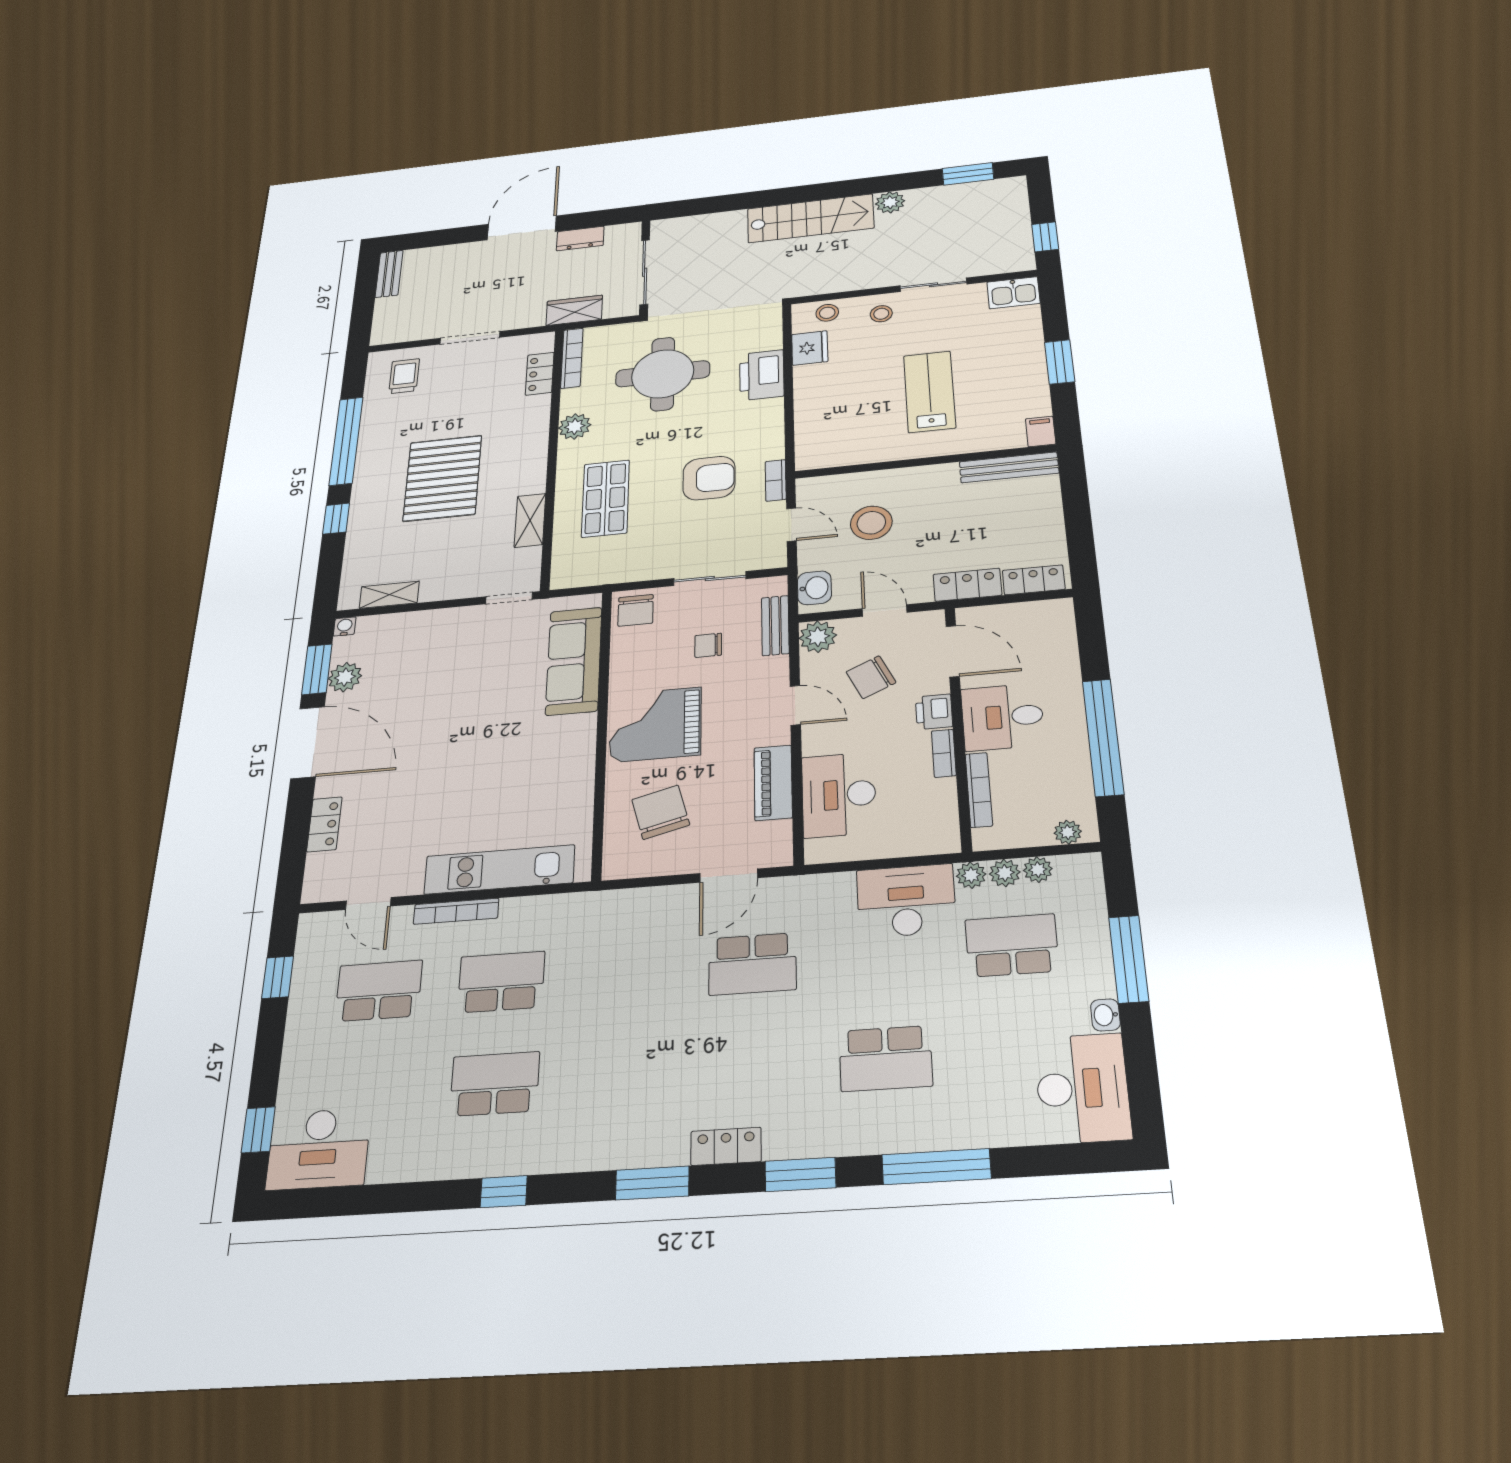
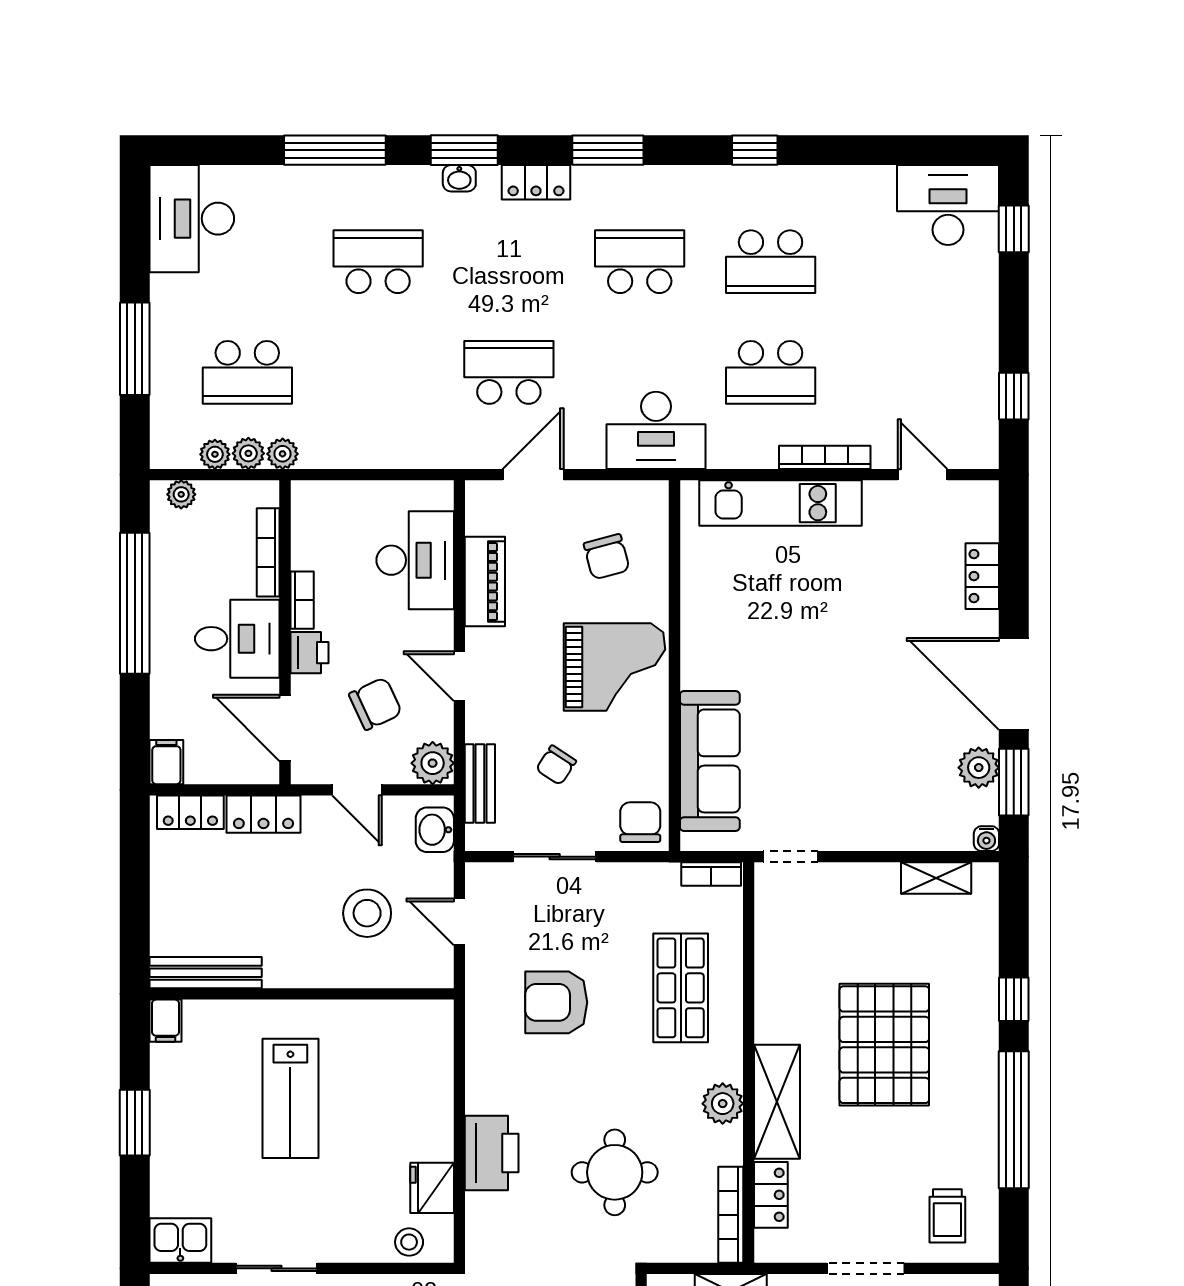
stool: (881, 314) -> (343, 1230), removed
round table: (663, 374) -> (615, 1172), width x0.73, depth x0.73
bookcase: (776, 480) -> (711, 874), moved, turned 90
shelving: (530, 520) -> (777, 1102), moved, width x1.50, depth x1.33
filing cabinet: (1059, 615) -> (166, 762), added
chair: (708, 645) -> (556, 765), turned 123
chair: (661, 812) -> (607, 557), width x0.73, depth x0.73
desk: (906, 901) -> (656, 430), moved
school desk: (379, 991) -> (640, 262), moved, turned 180
washbasin: (1105, 1015) -> (459, 178), moved, turned 90

